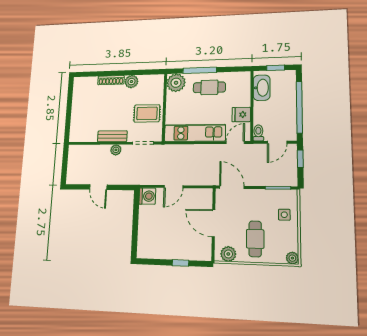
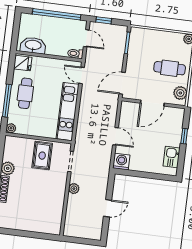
window: (276, 68) -> (16, 30), removed
plant: (176, 83) -> (11, 128), width x0.53, depth x0.53
fridge: (241, 115) -> (23, 63), moved, turned -90
bench: (112, 136) -> (60, 191), removed
side table: (284, 215) -> (151, 41), removed
kitchen sink: (156, 251) -> (172, 157), added

